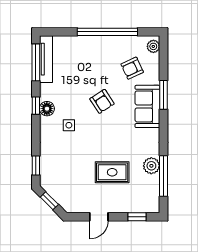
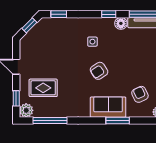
armchair: (102, 101) -> (99, 71), moved
floor lamp: (47, 109) -> (121, 23), moved
plant: (151, 166) -> (26, 110), moved
rug: (112, 172) -> (43, 88), moved, turned 90

